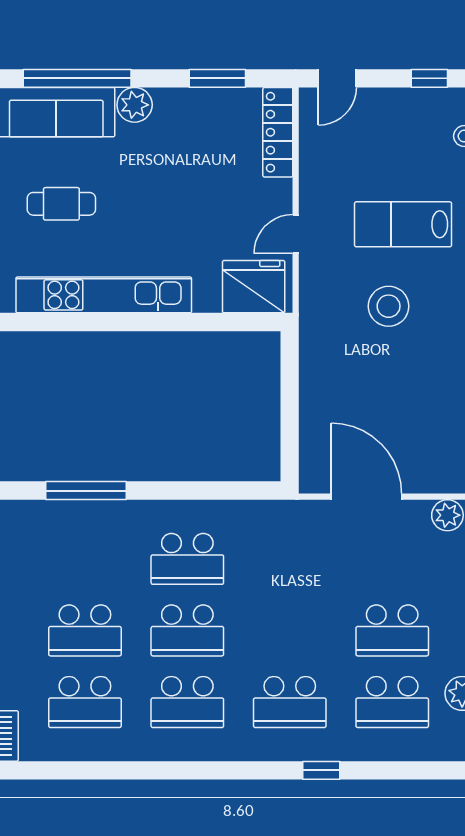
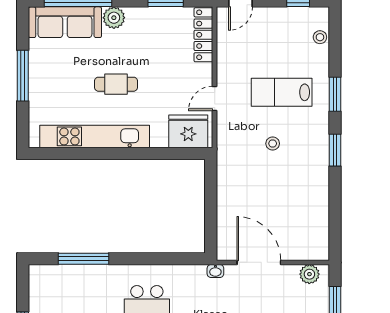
cafe table: (61, 204) -> (116, 84), moved
stool: (389, 306) -> (273, 144), width x0.53, depth x0.53
washbasin: (297, 510) -> (215, 271), added

